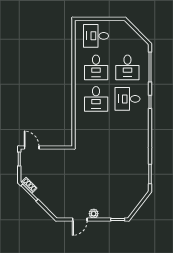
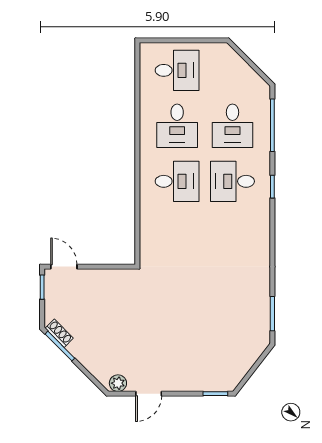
desk: (96, 36) -> (177, 70), turned 180
desk: (96, 99) -> (177, 181), turned -90
plant: (94, 214) -> (118, 383), moved

